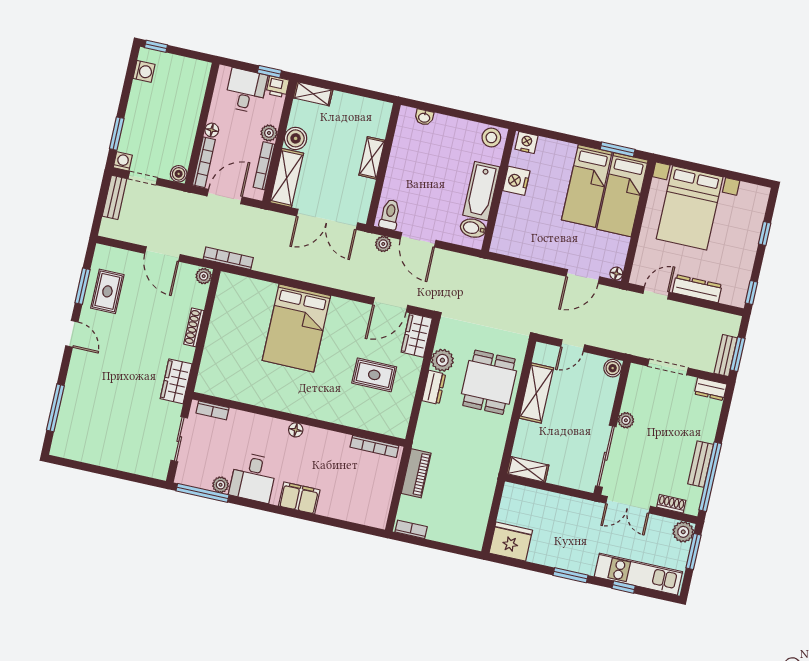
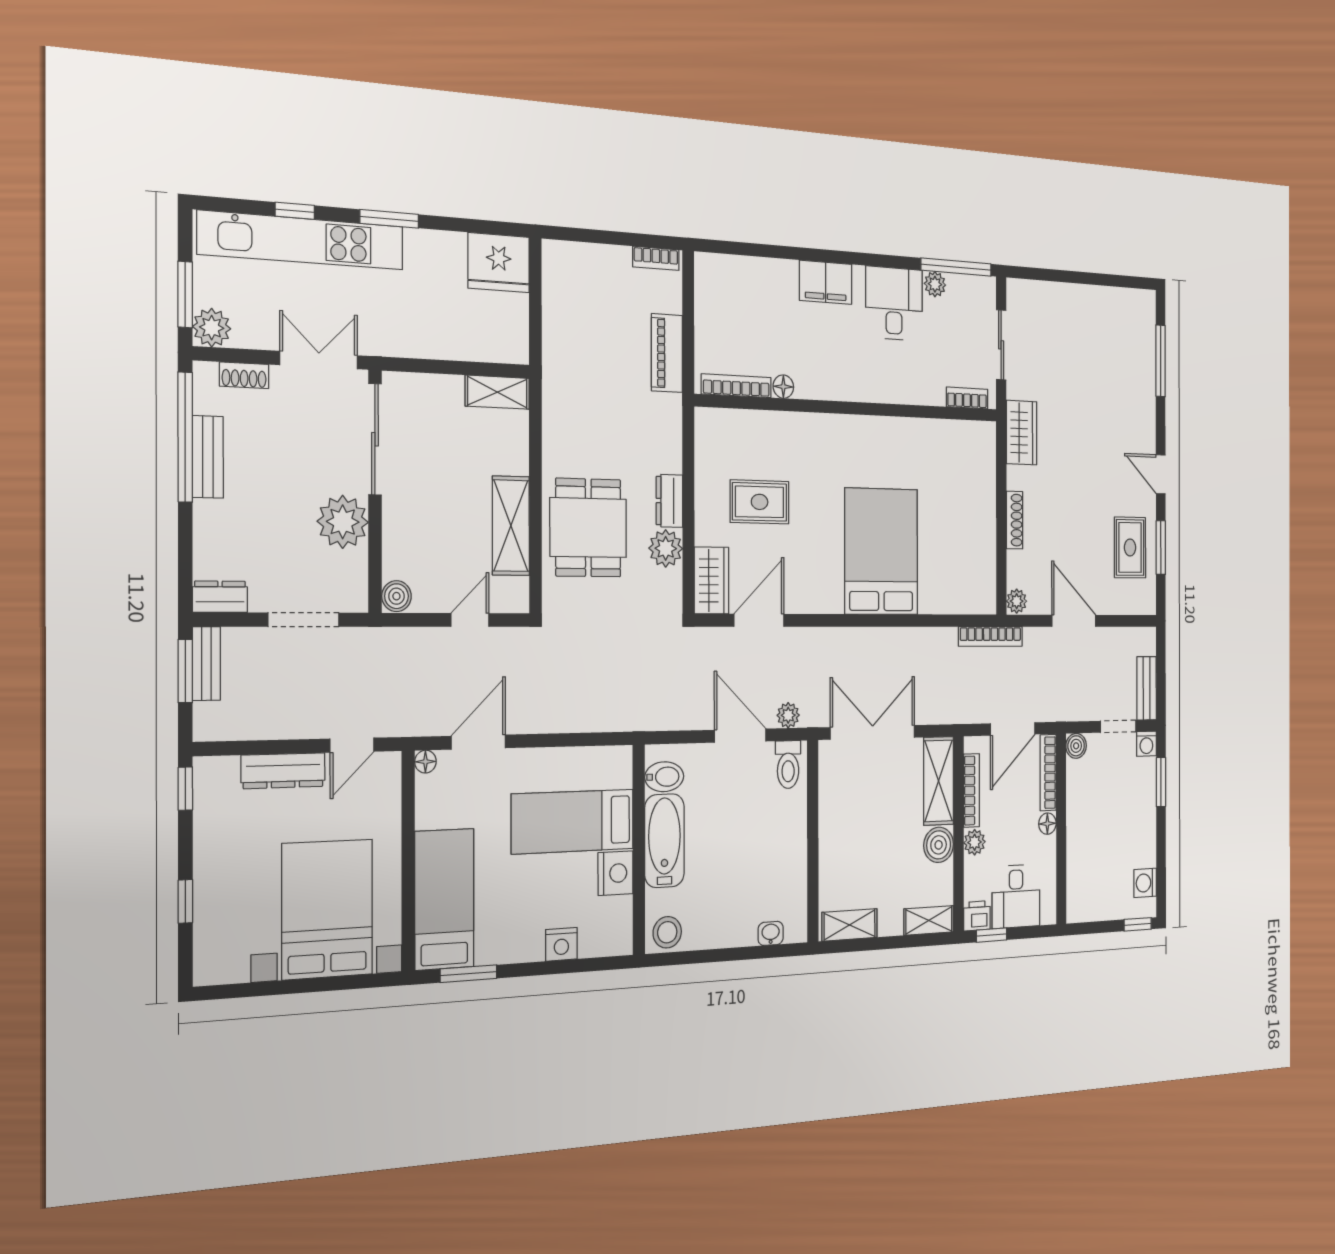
nightstand: (526, 142) -> (561, 944), moved
shelving: (372, 158) -> (850, 925), moved, turned 90
bed: (587, 186) -> (573, 821), moved, turned -90
plant: (626, 420) -> (343, 522), width x1.87, depth x1.87
floor lamp: (296, 430) -> (783, 387), moved
kitchen unit: (638, 574) -> (302, 240), width x1.36

